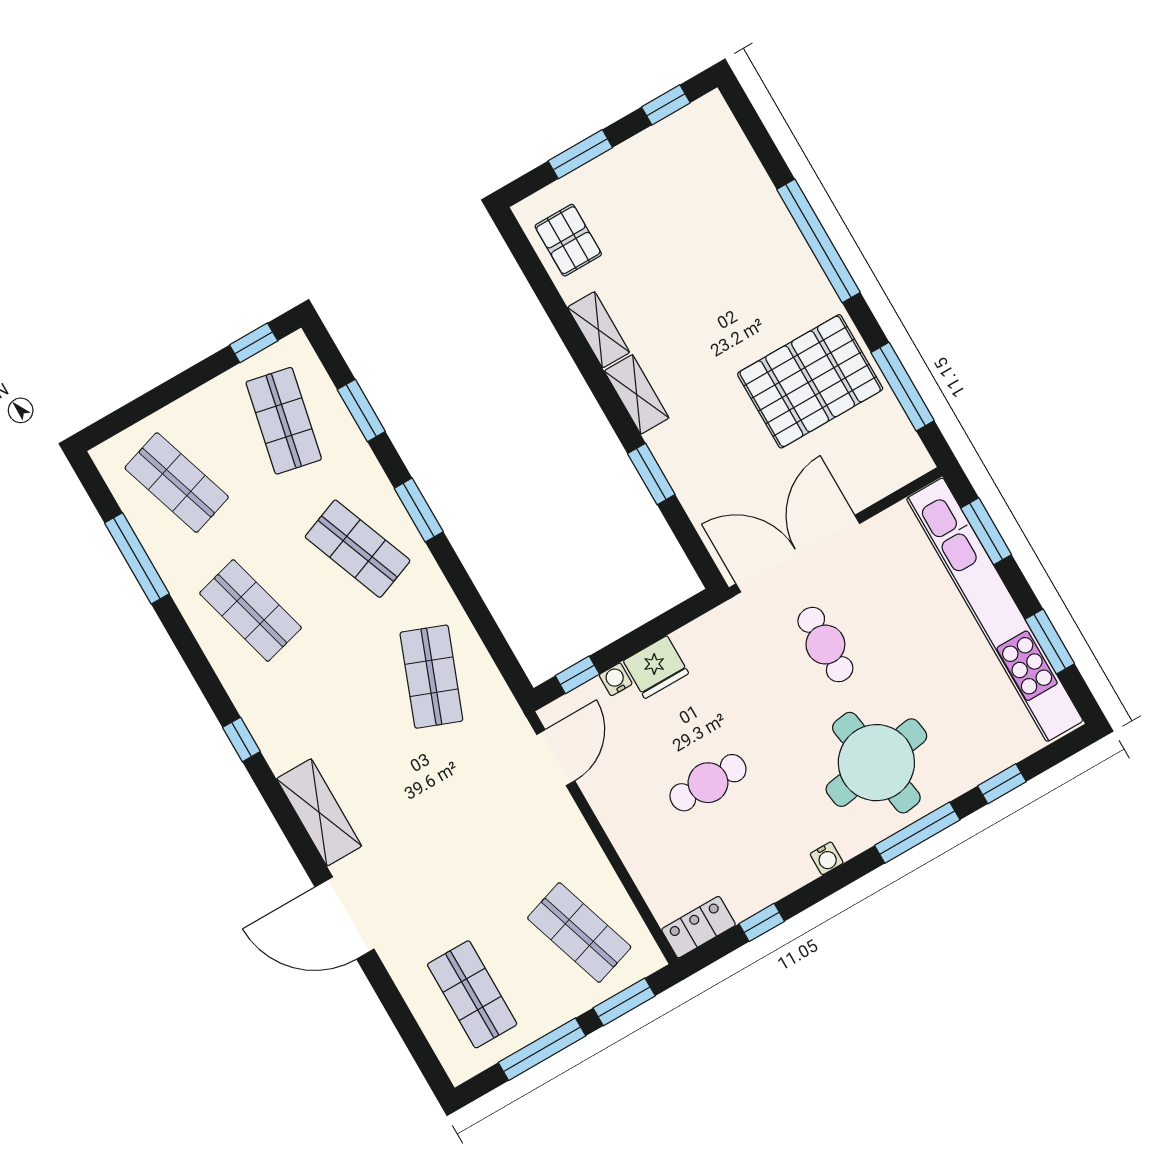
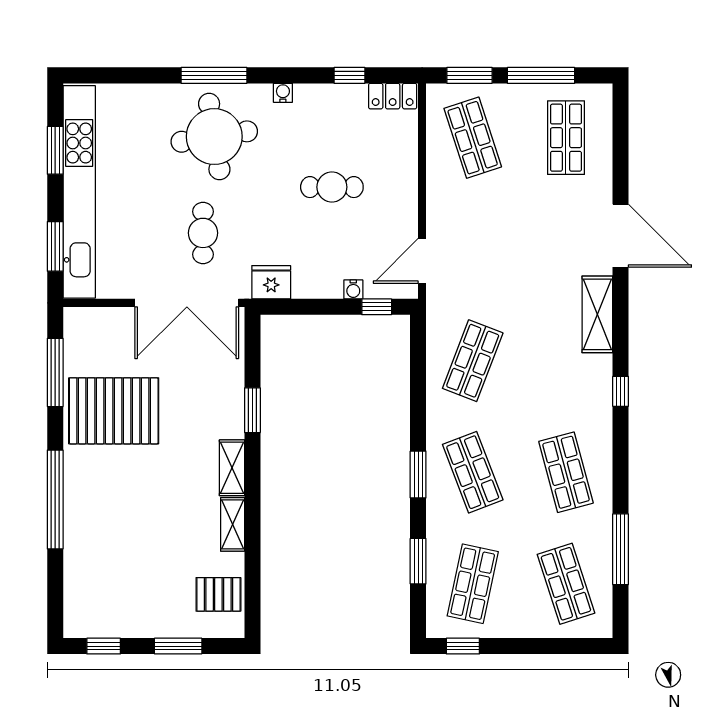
pallet: (568, 240) -> (218, 594), turned 90
fridge: (656, 667) -> (271, 282), moved
window: (1002, 784) -> (140, 75), removed

